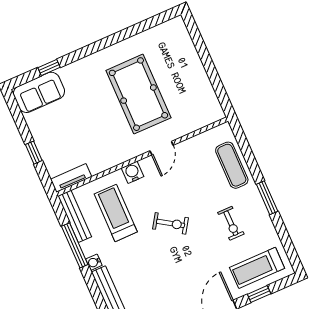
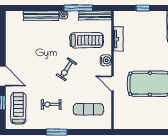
exercise mat: (232, 165) -> (88, 109), moved
tv unit: (71, 178) -> (118, 39), moved

